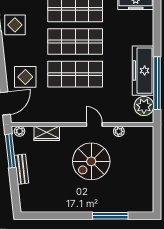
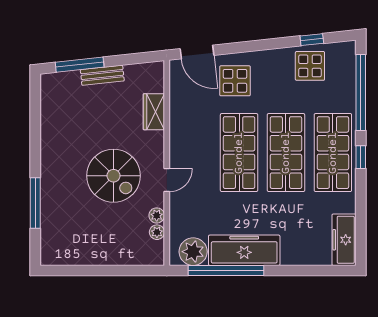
plant: (20, 131) -> (157, 232), moved
window: (10, 151) -> (80, 65), moved
spiral stairs: (91, 161) -> (114, 176), turned 180

